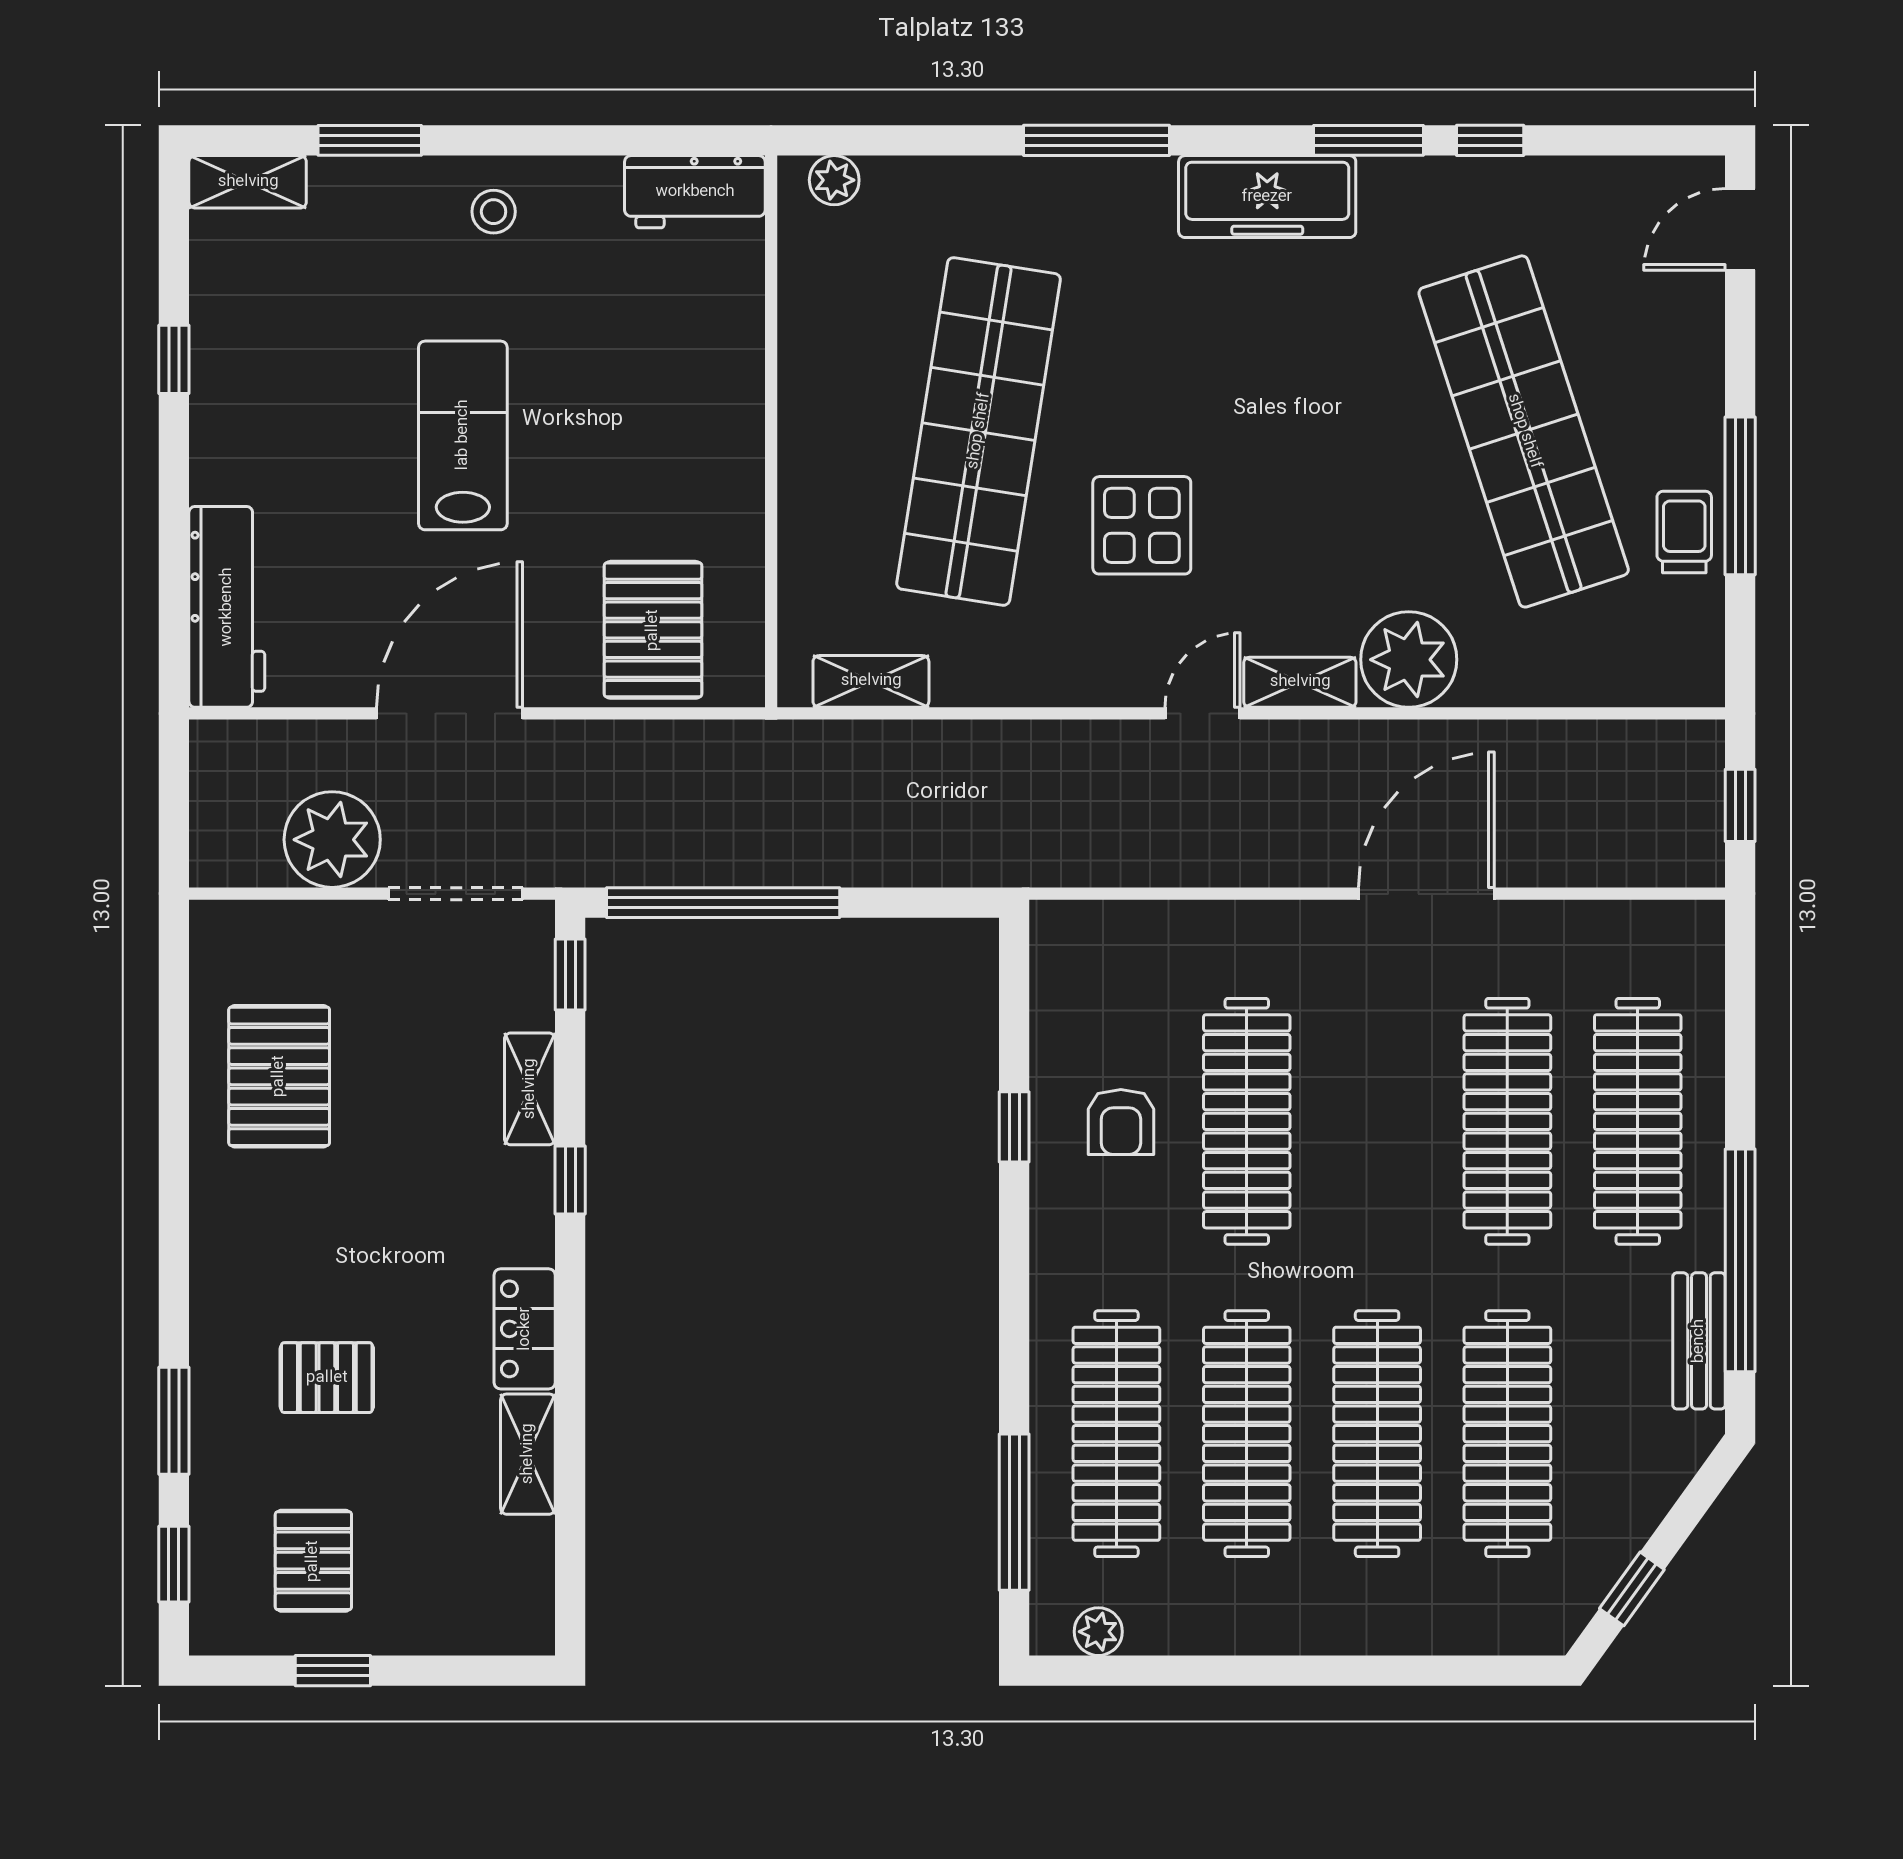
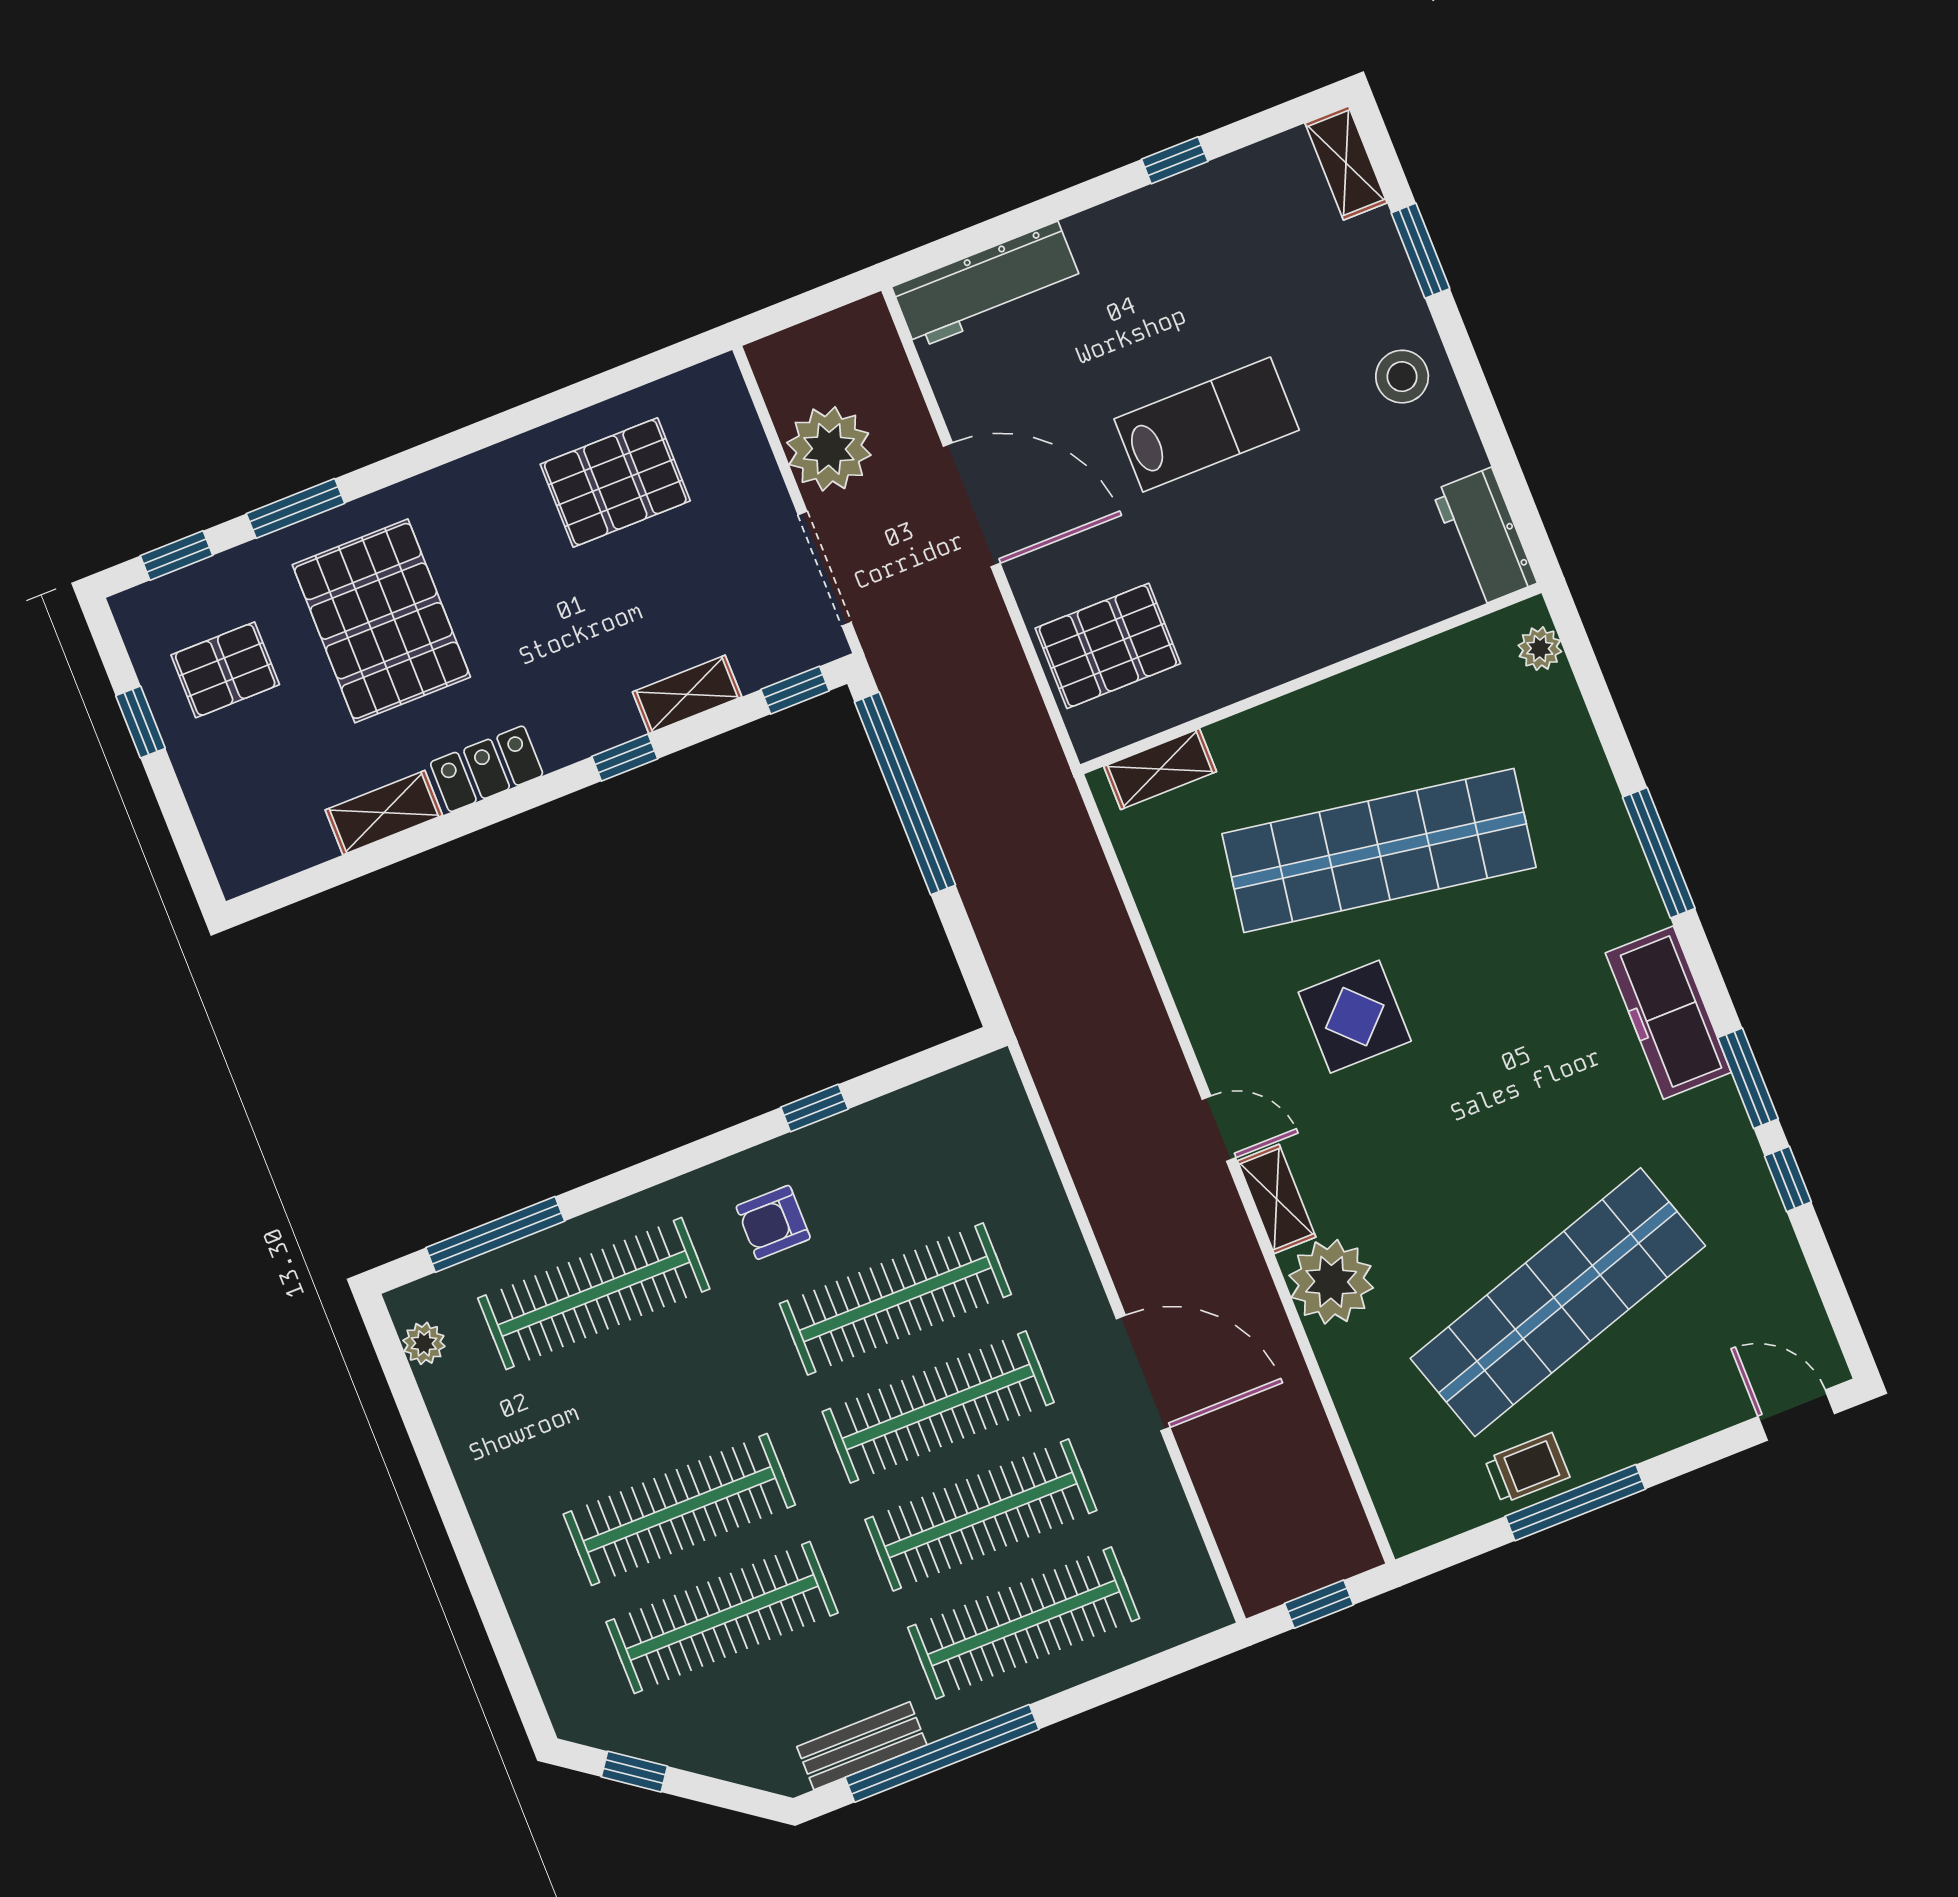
stool: (494, 212) -> (1402, 377), width x1.37, depth x1.37
shelving: (871, 681) -> (1160, 769), moved, turned 90
armchair: (1121, 1122) -> (773, 1222), moved
pallet: (327, 1378) -> (381, 621), width x2.05, depth x2.00
clothes rail: (1247, 1434) -> (938, 1407), moved

